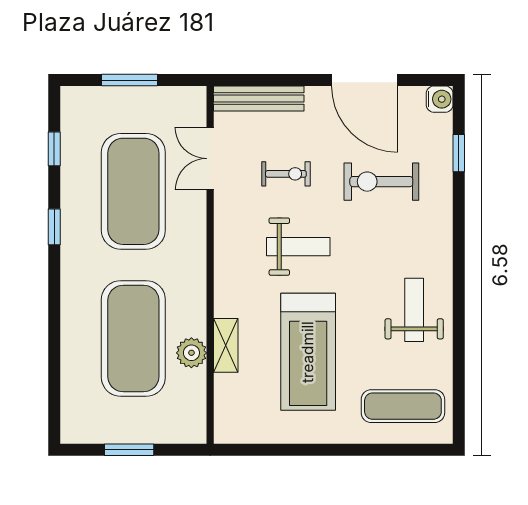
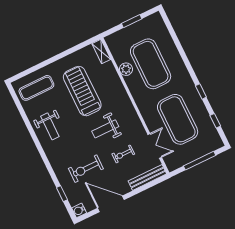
window: (129, 80) -> (200, 161), width x1.44
exercise bike: (381, 182) -> (86, 169), turned 180
shelving: (226, 345) -> (101, 51), moved

